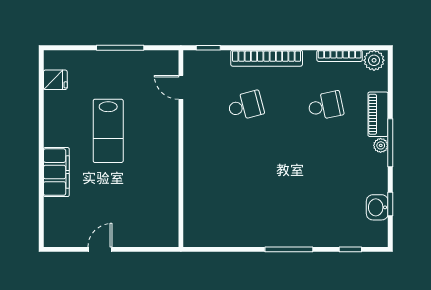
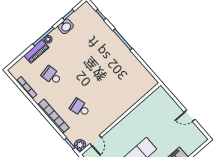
plant: (374, 60) -> (80, 145), moved
washbasin: (377, 207) -> (66, 26), moved

